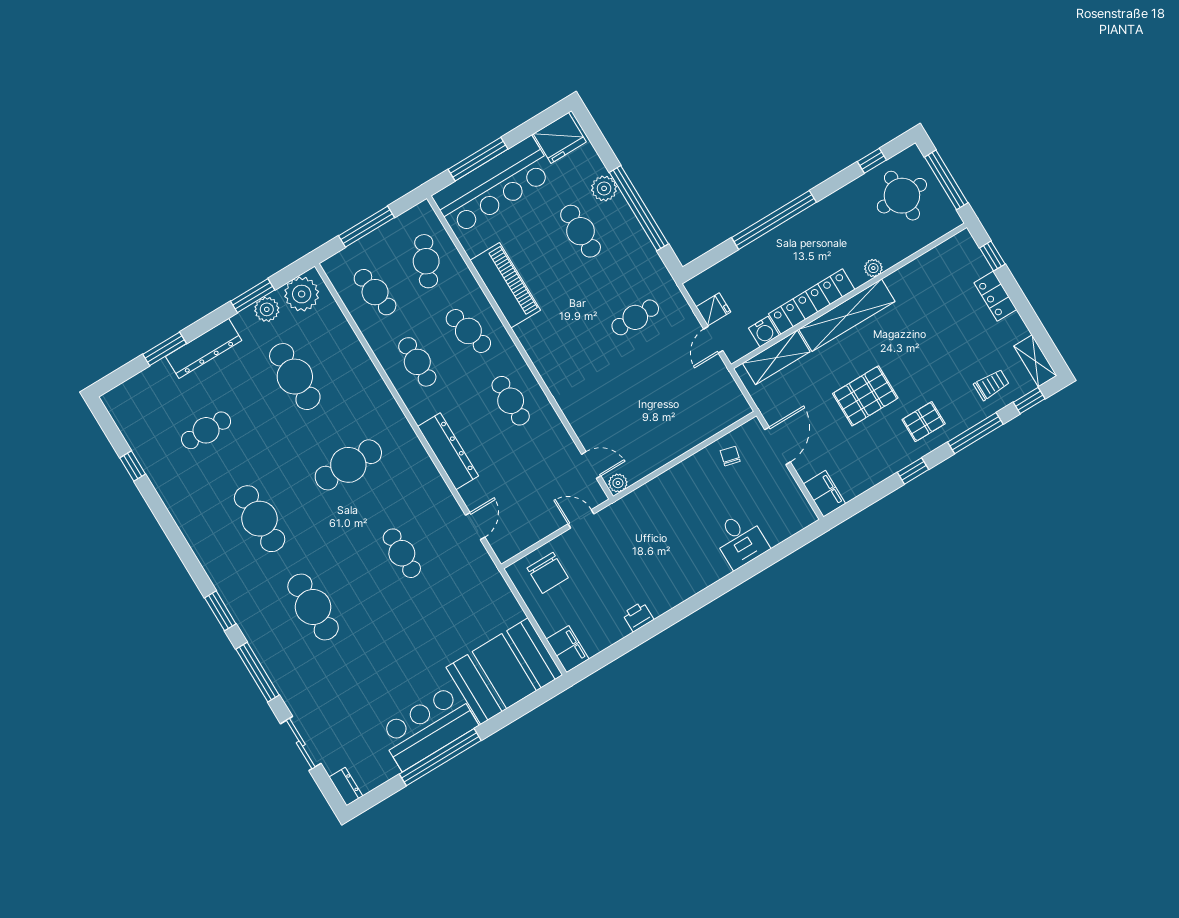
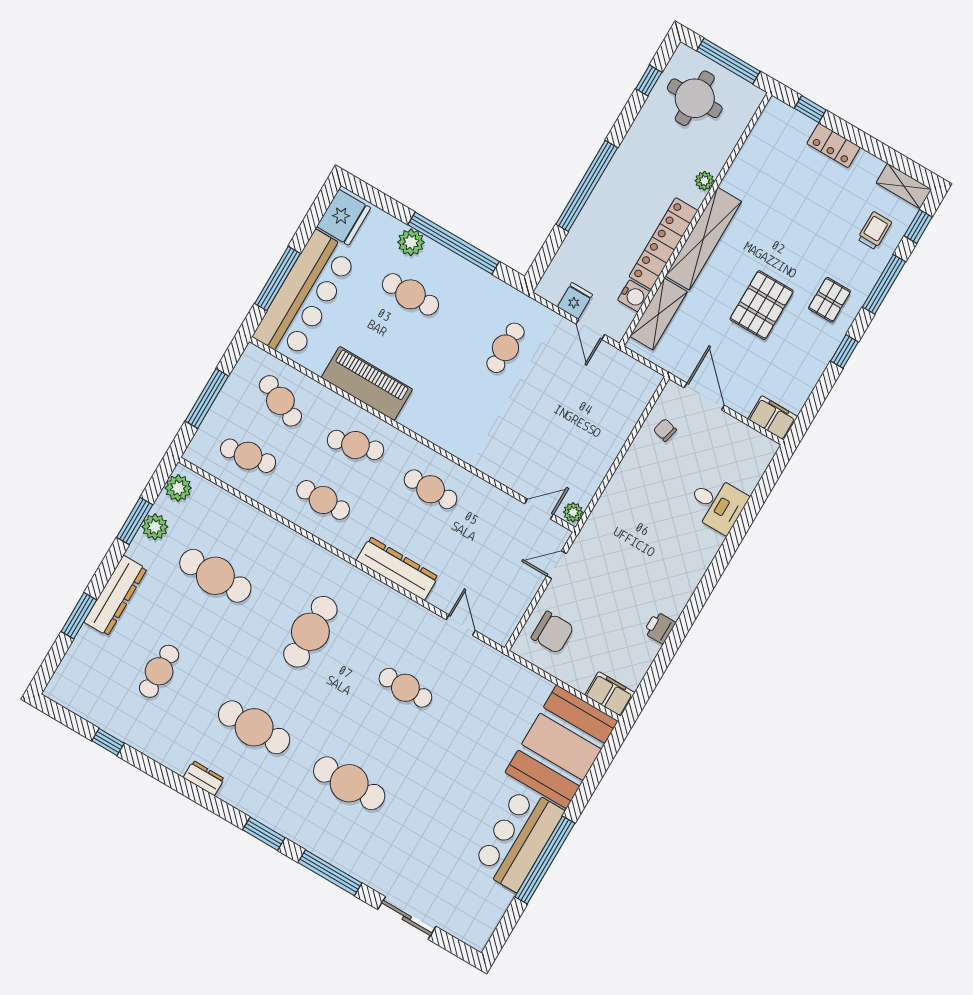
plant: (302, 294) -> (178, 488), width x0.73, depth x0.73
dresser: (346, 787) -> (204, 778), moved

